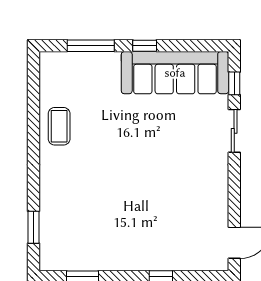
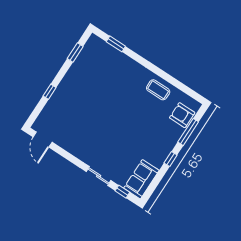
armchair: (73, 70) -> (182, 115), added
sofa: (175, 73) -> (141, 179), width x0.54, depth x0.79

